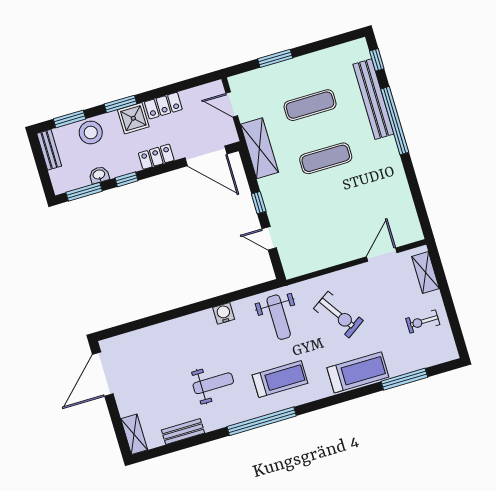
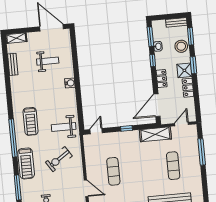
window: (275, 58) -> (202, 152), width x1.44
exercise mat: (326, 158) -> (113, 171), moved
door: (269, 238) -> (96, 131), moved
water cooler: (224, 313) -> (70, 83), moved
weight bench: (213, 383) -> (48, 61), moved, turned -90
window: (262, 421) -> (13, 138), moved

